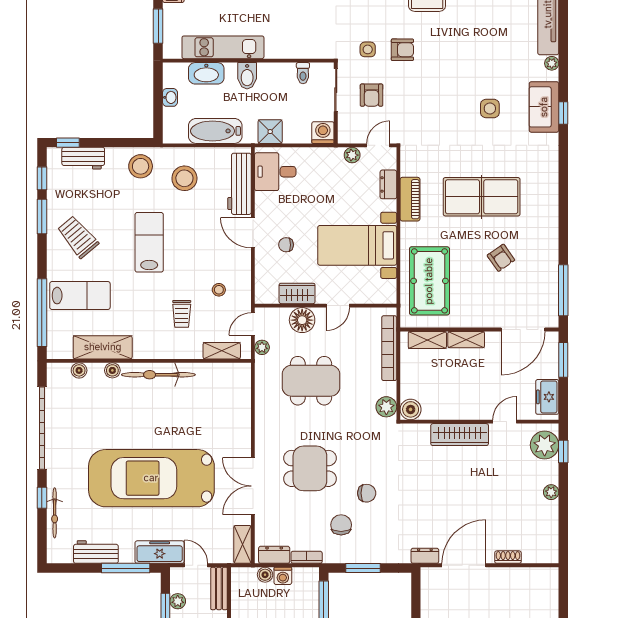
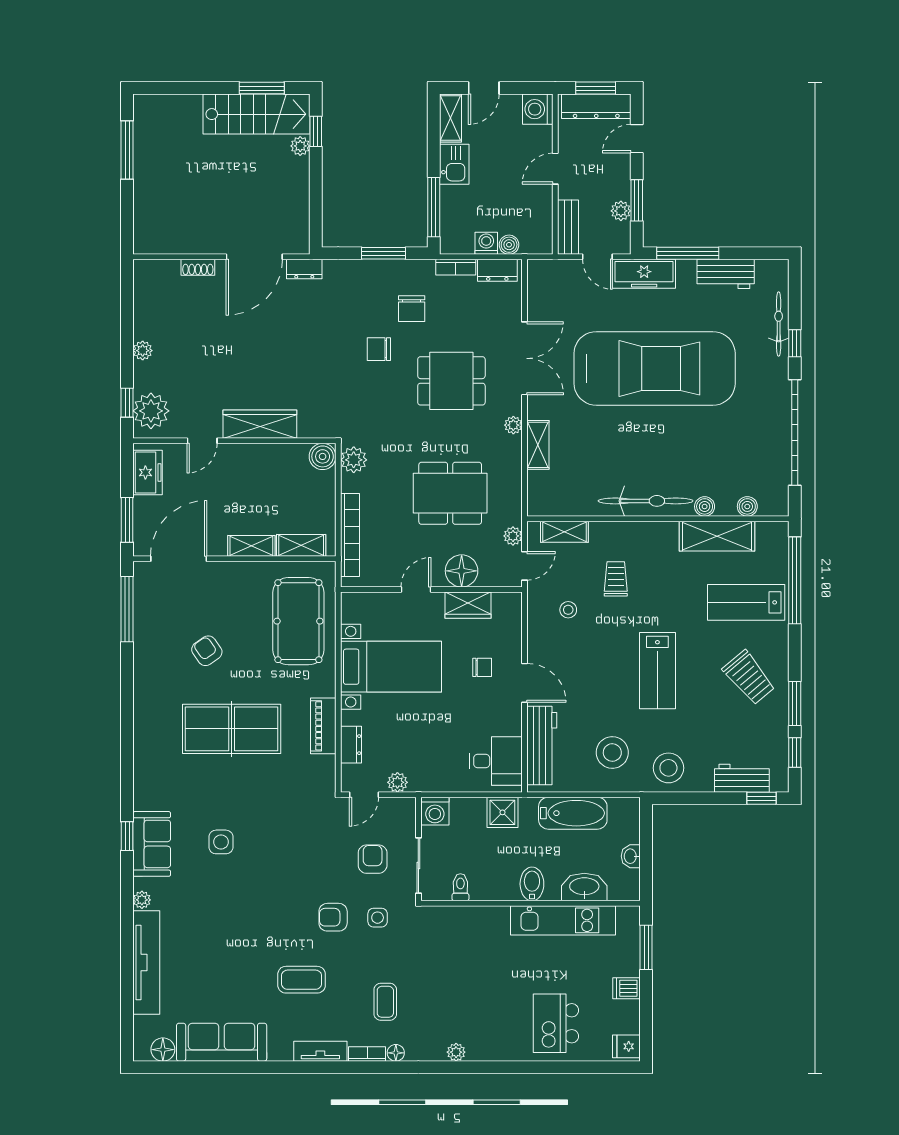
plant: (262, 434) -> (513, 425), added
shelving: (242, 544) -> (538, 445), moved

